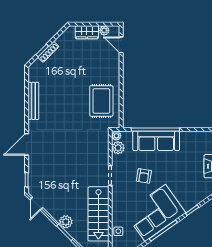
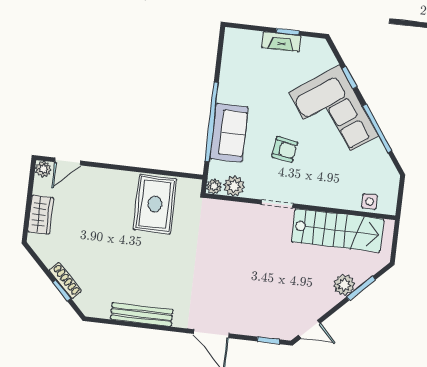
plant: (104, 30) -> (43, 169), moved
rug: (101, 101) -> (155, 204), turned 90
sofa: (156, 141) -> (229, 133), width x0.73
corner sofa: (155, 213) -> (334, 114), moved

